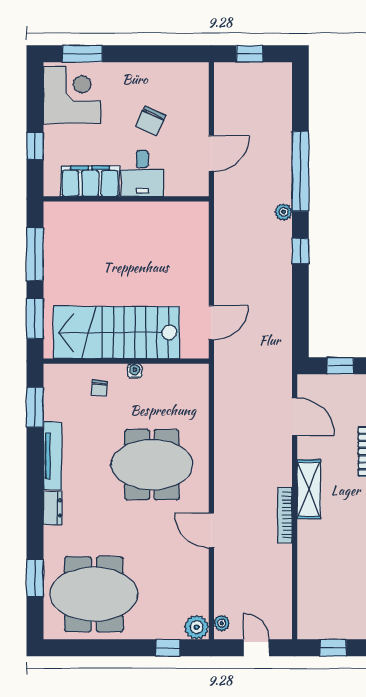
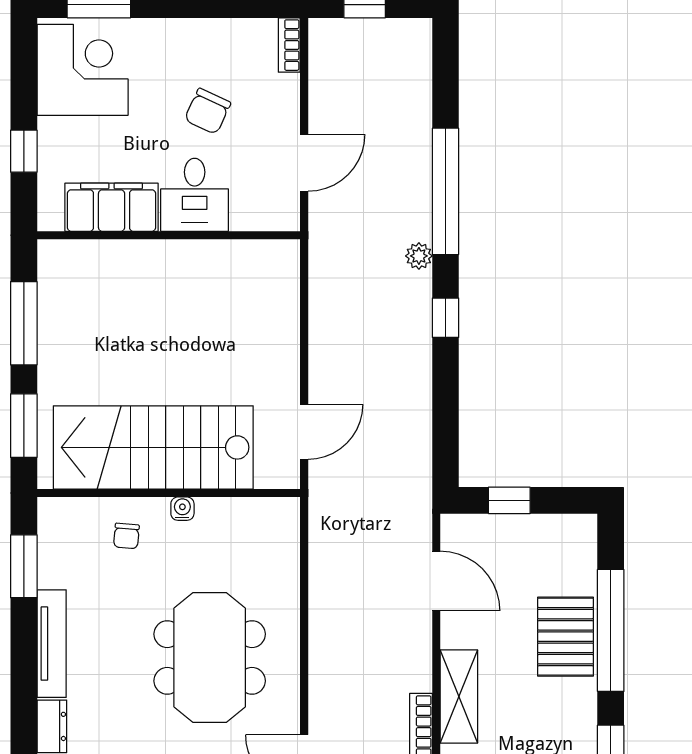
bookcase: (202, 79) -> (289, 45), added
meeting table: (152, 465) -> (210, 657), turned 90

